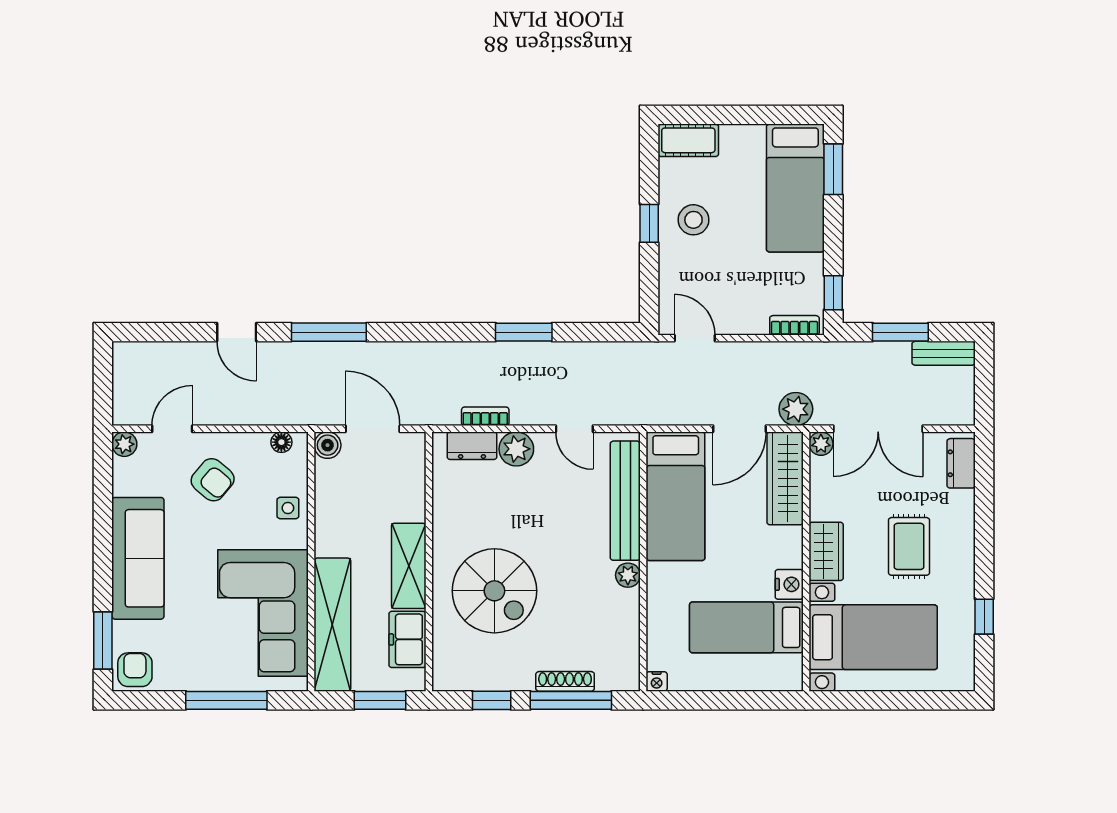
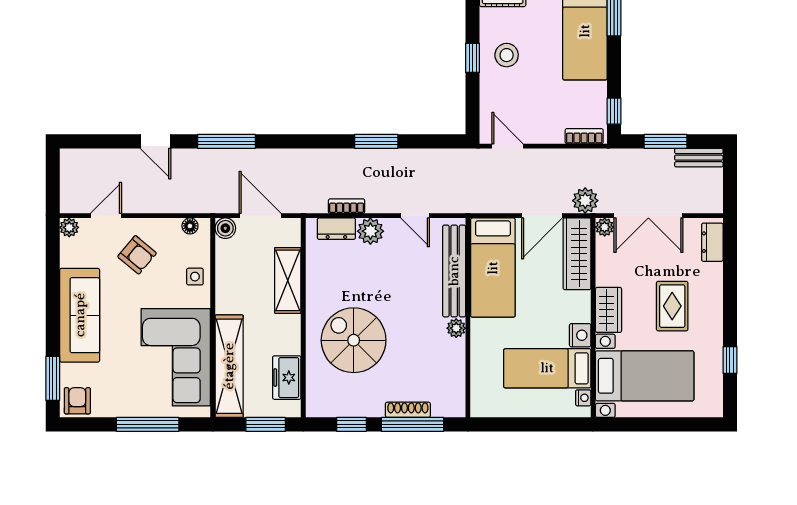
shelving: (409, 566) -> (288, 280), moved
spiral stairs: (494, 591) -> (354, 340), turned 180
nightstand: (657, 681) -> (583, 398), moved, turned -90

